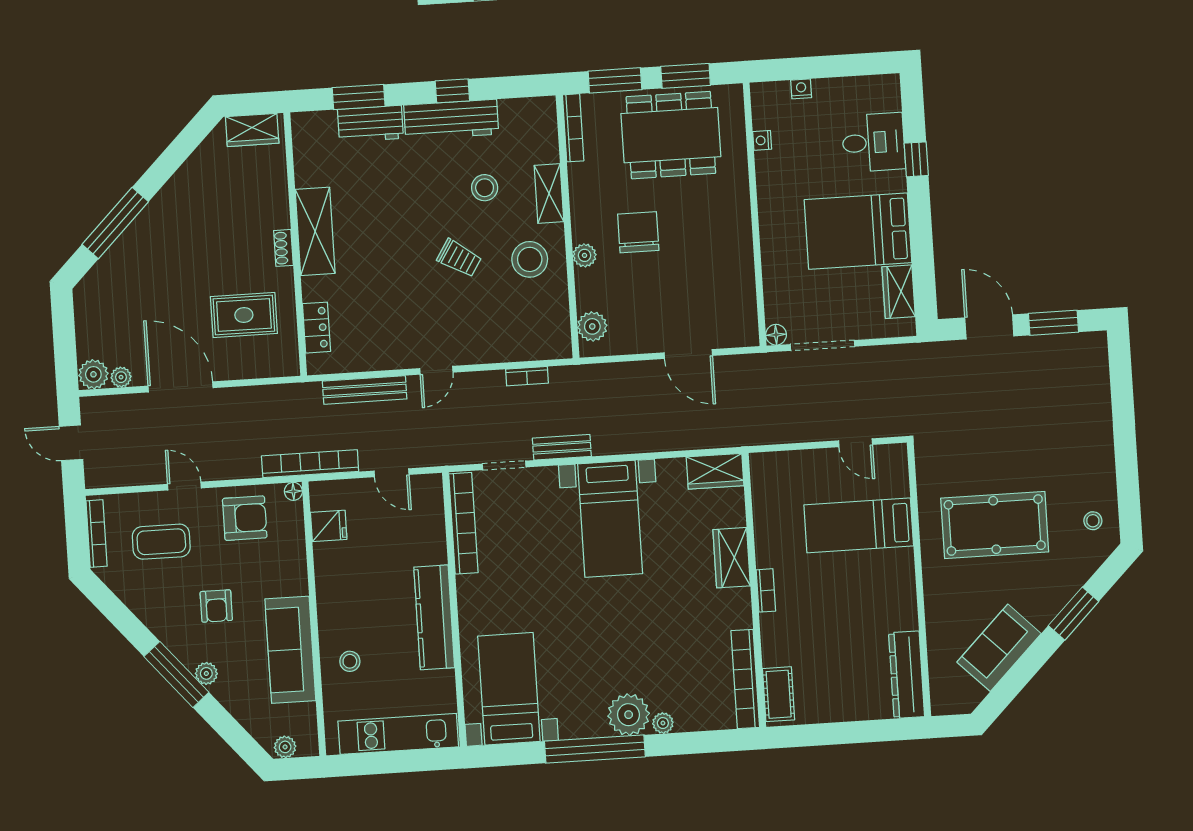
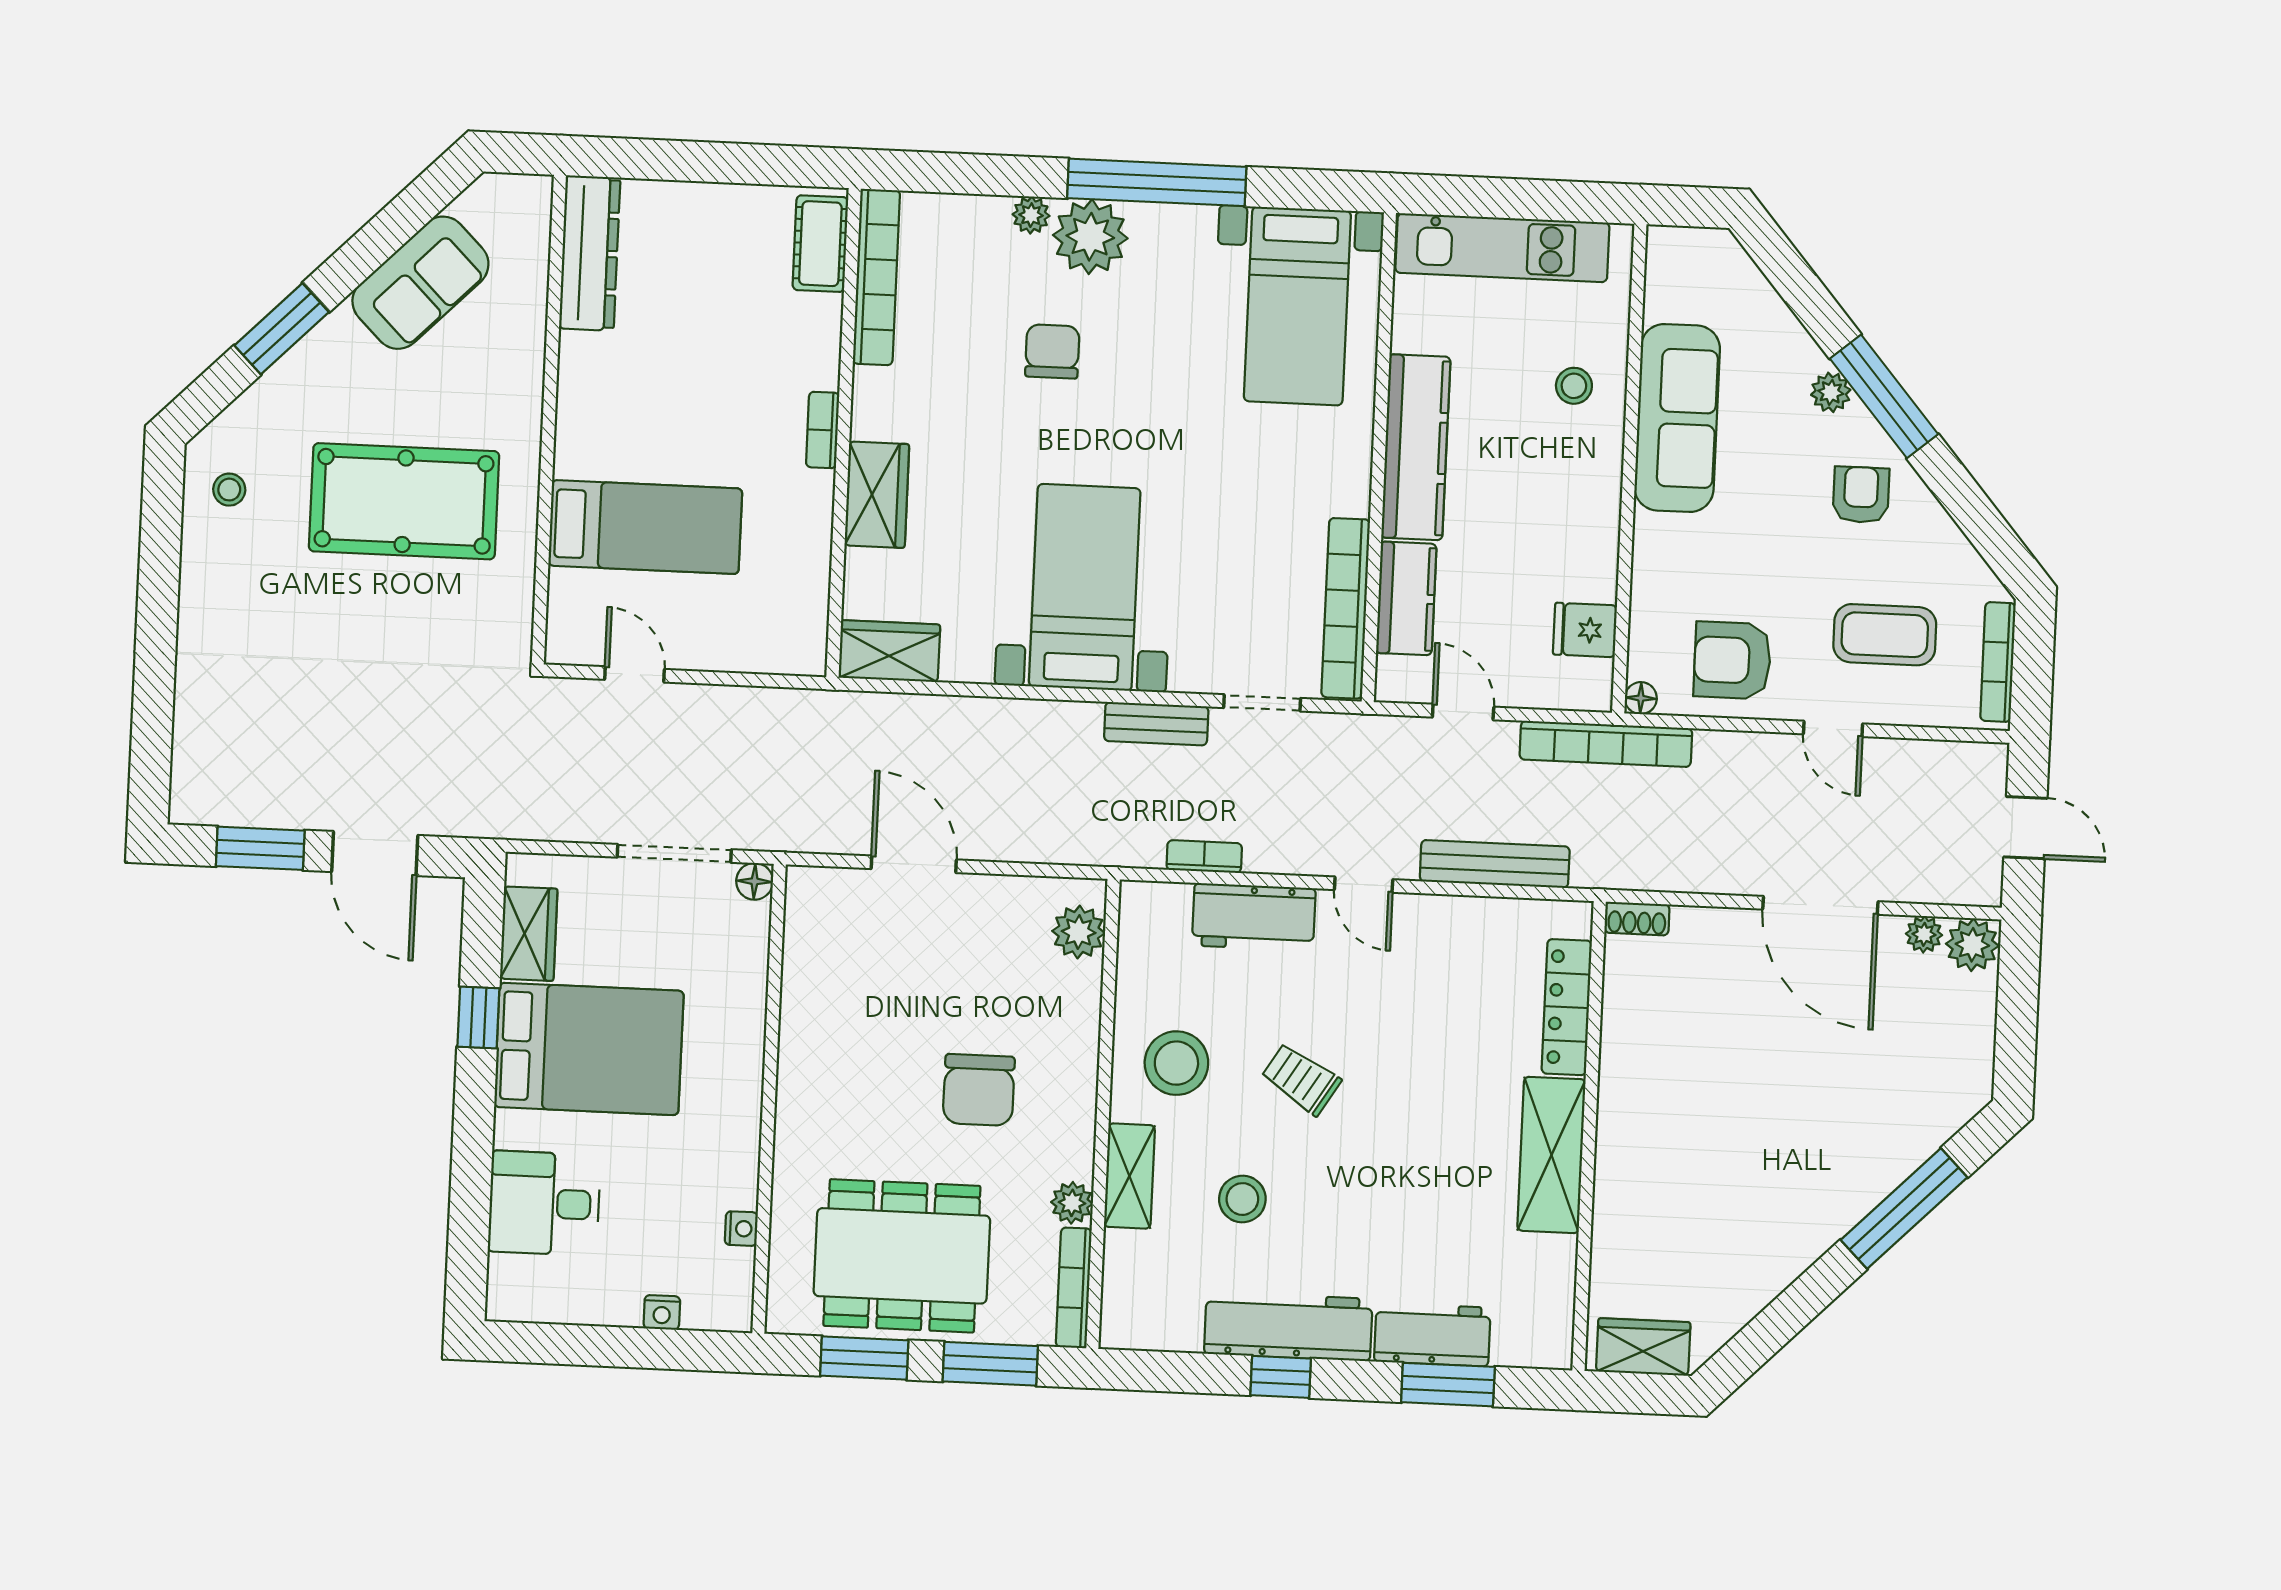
window: (916, 159) -> (478, 1017), moved
shoe rack: (283, 248) -> (1637, 919), moved, turned 90
plant: (585, 255) -> (1072, 1203), moved
rug: (244, 315) -> (1694, 1020), removed
locker: (316, 328) -> (1567, 1007), width x1.53
workbench: (496, 346) -> (1254, 917), added
door: (436, 370) -> (1364, 885), swing flipped
kitchen counter: (430, 532) -> (1406, 598), added
armchair: (216, 606) -> (1861, 495), moved
chair: (643, 648) -> (1052, 351), added
plant: (285, 747) -> (1706, 247), removed

